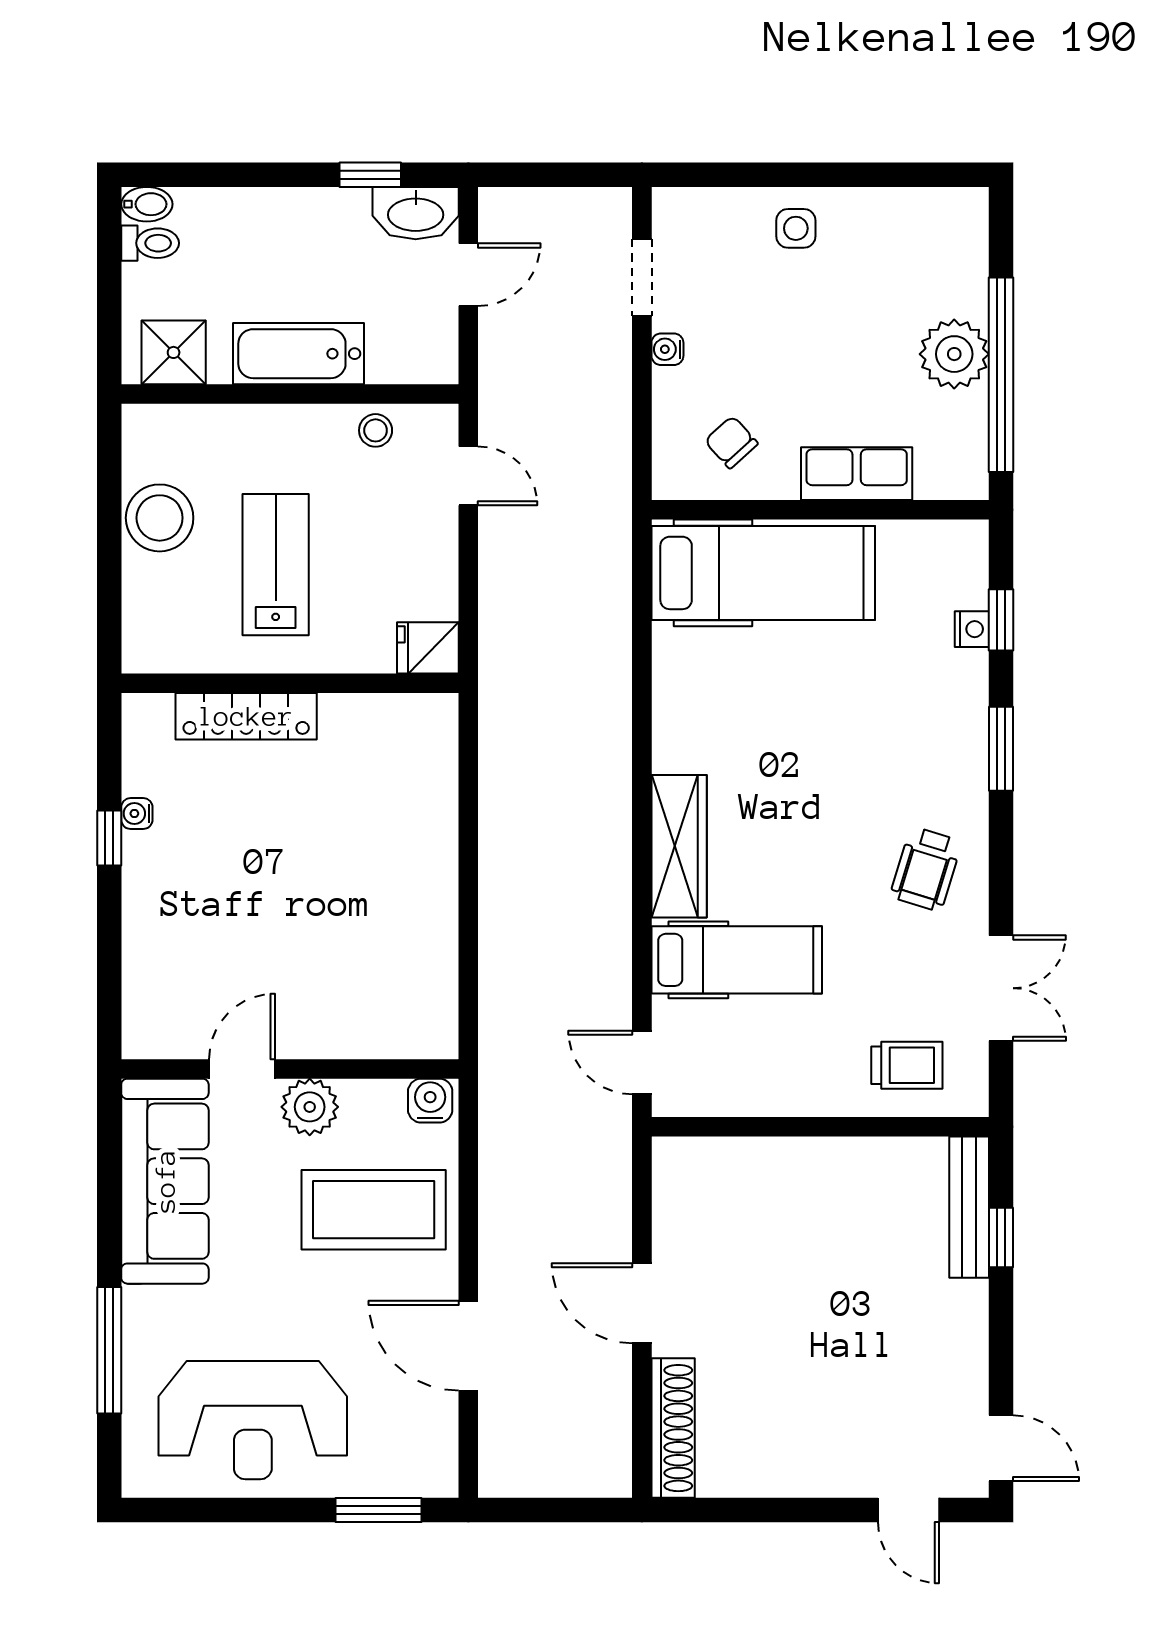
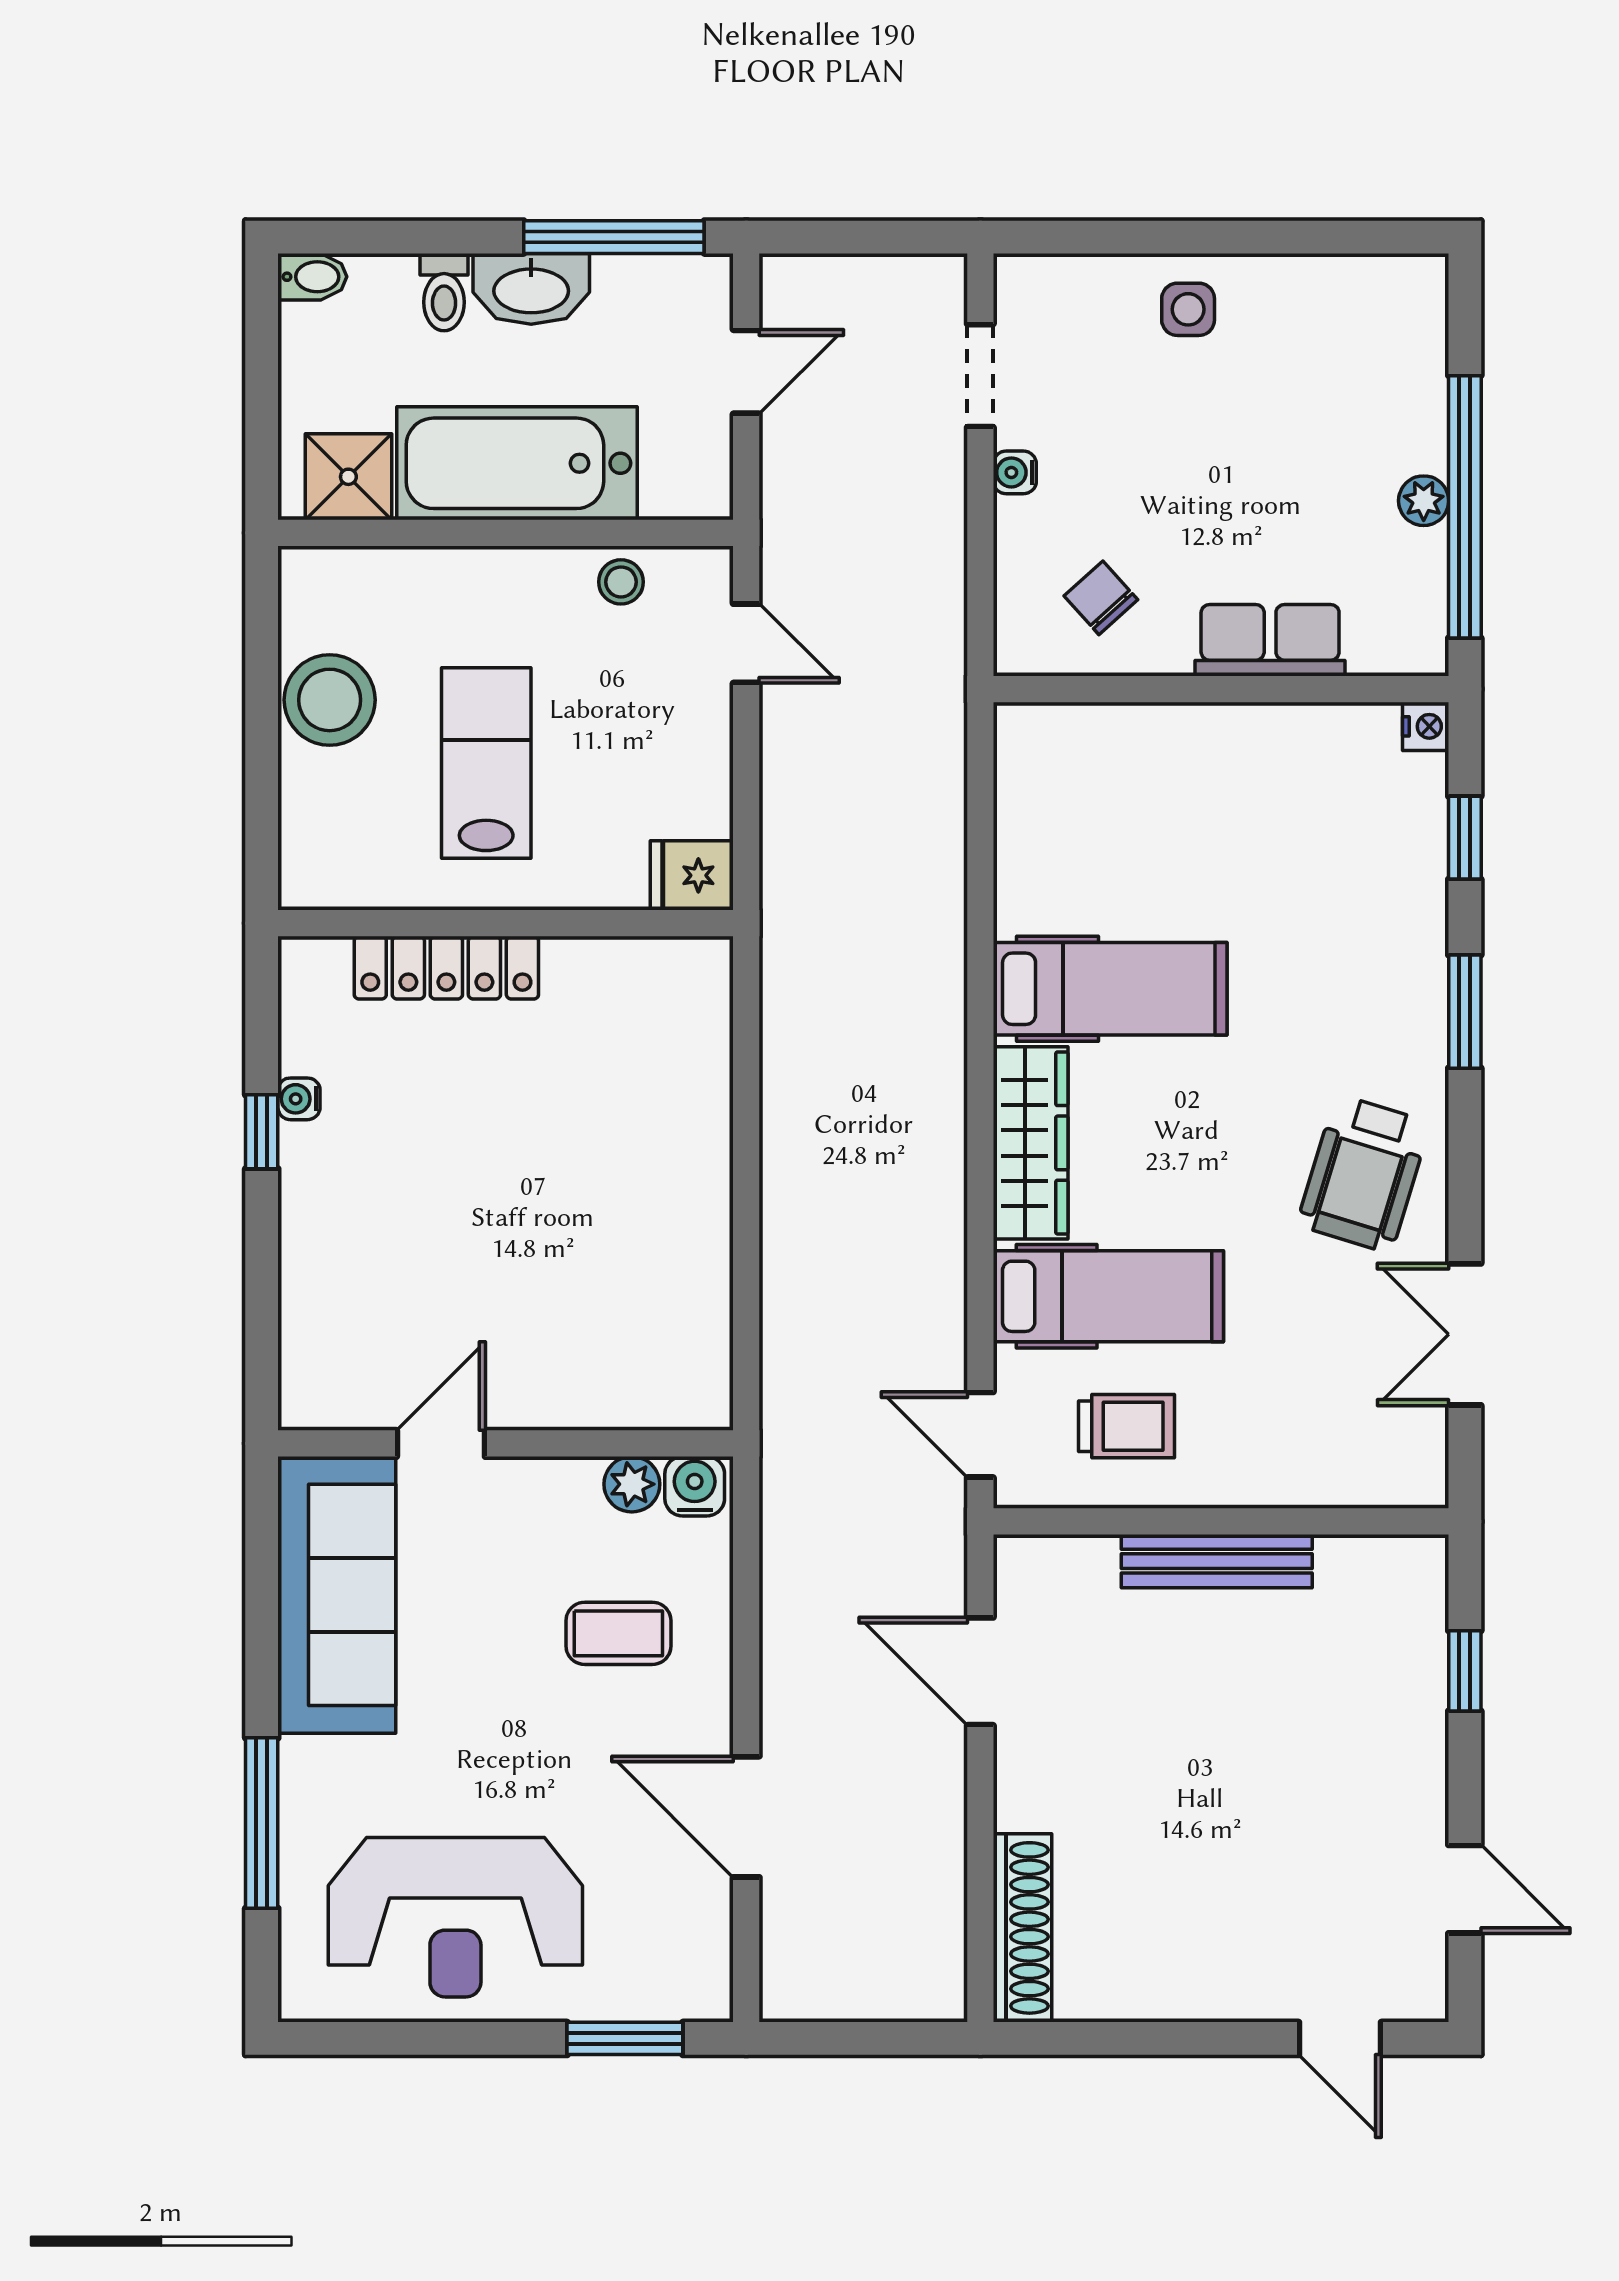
window: (370, 175) -> (614, 237), width x2.17
washbasin: (416, 213) -> (531, 289), moved
toilet: (150, 243) -> (444, 292), moved, turned 90
bathtub: (298, 354) -> (517, 463), width x1.36, depth x1.36
plant: (954, 354) -> (1424, 501), width x0.53, depth x0.53
hospital bed: (763, 573) -> (1110, 989), moved, width x0.73, depth x0.78
nightstand: (972, 629) -> (1426, 726), moved
wheelchair: (926, 869) -> (1364, 1174), width x1.36, depth x1.37
double door: (1001, 988) -> (1465, 1334), swing flipped
trolley: (907, 1065) -> (1126, 1426), moved
plant: (310, 1107) -> (632, 1484), moved, width x0.73, depth x0.73
bench: (969, 1207) -> (1217, 1561), moved, turned 90
coffee table: (374, 1210) -> (618, 1633), width x0.54, depth x0.58
door: (642, 1303) -> (980, 1671), moved
door: (1001, 1448) -> (1465, 1889), moved

